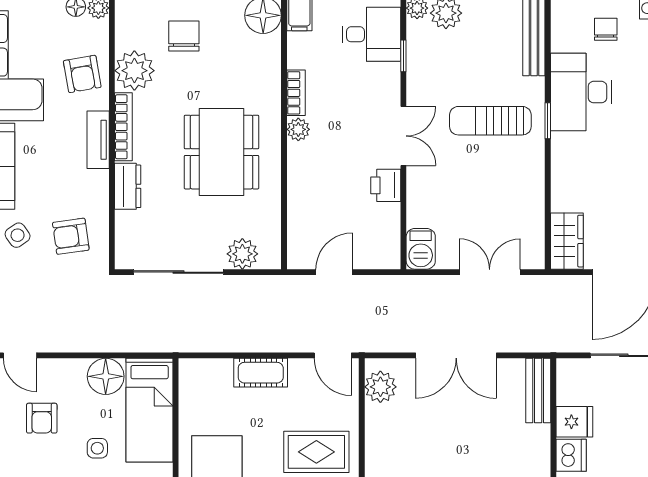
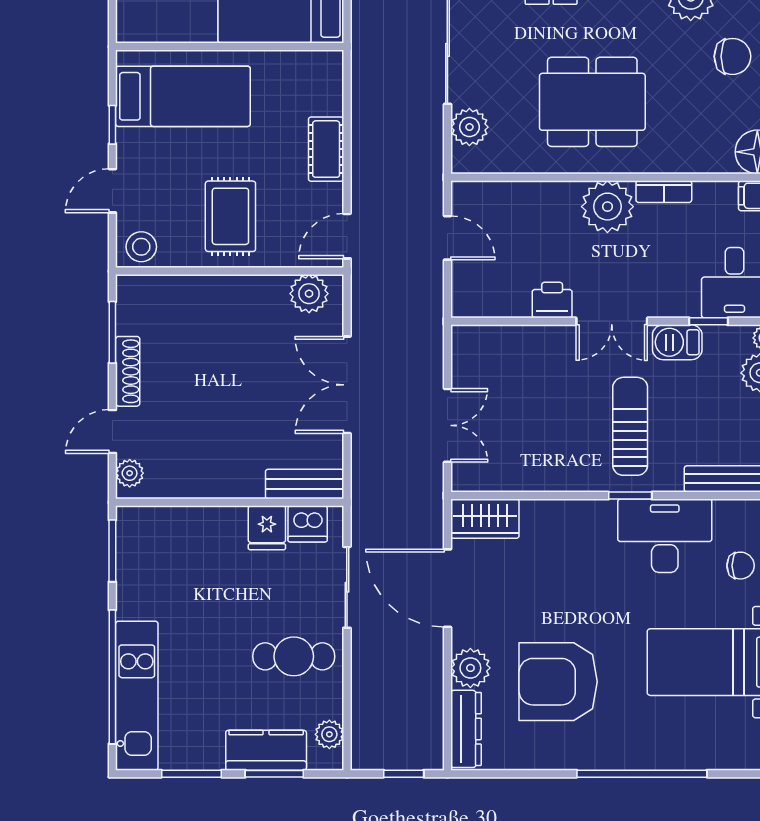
plant: (298, 129) -> (607, 207), width x1.87, depth x1.87
barbecue: (421, 249) -> (677, 342), moved
dishwasher: (571, 455) -> (308, 524), moved

